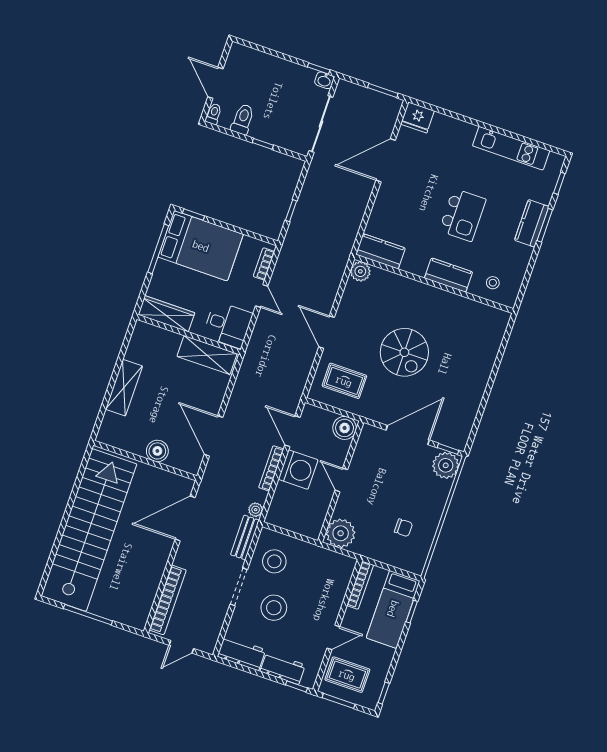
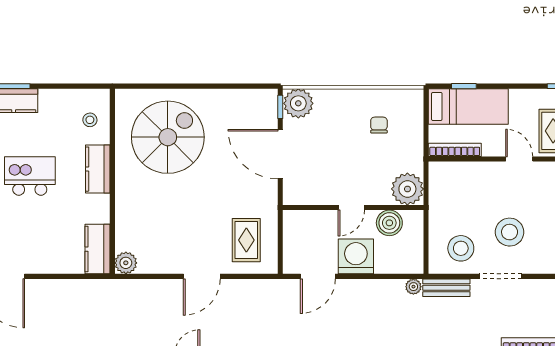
spiral stairs: (404, 352) -> (168, 137), moved, width x1.37, depth x1.37
boiler: (345, 428) -> (389, 223), moved
bookcase: (271, 468) -> (364, 285), removed

